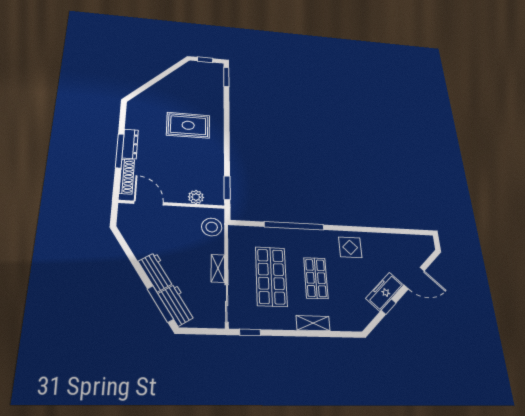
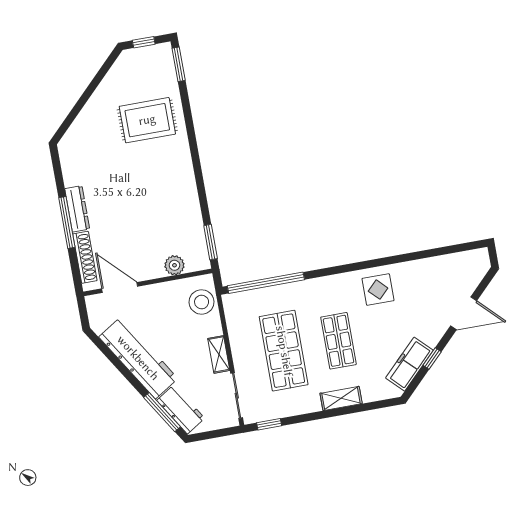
rug: (188, 125) -> (147, 120), moved
window: (294, 226) -> (266, 283), moved
workbench: (156, 272) -> (138, 358), width x1.88, depth x1.32
freezer: (385, 292) -> (409, 364), moved

